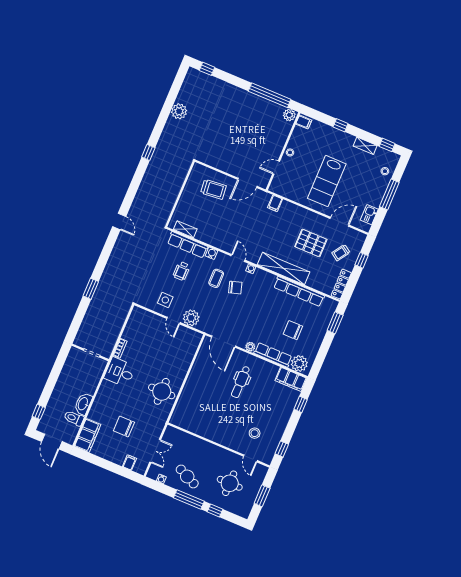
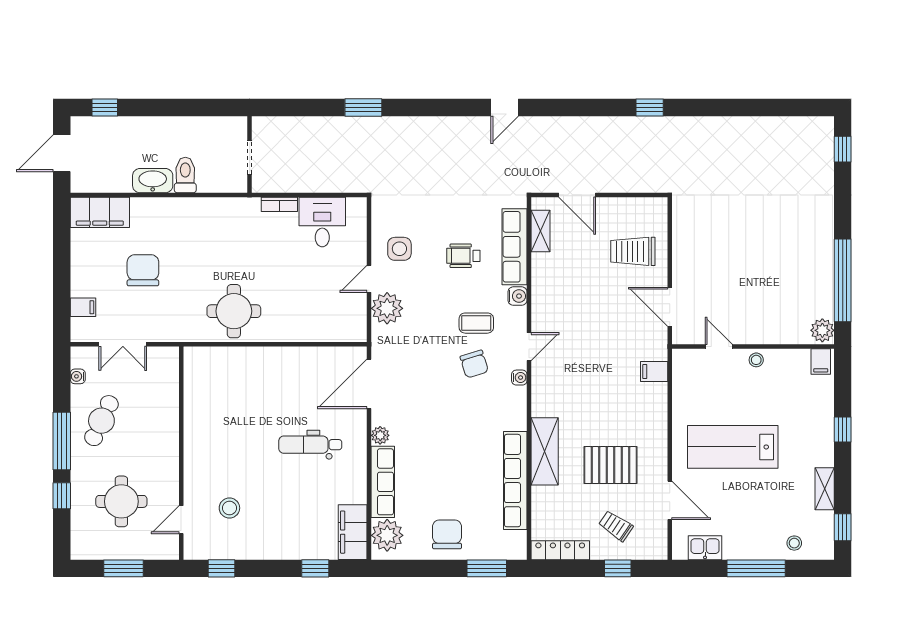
plant: (179, 111) -> (746, 131), removed
trolley: (213, 189) -> (633, 251), turned 96
door: (175, 205) -> (577, 195), added
pallet: (311, 243) -> (611, 465), turned 90
shelving: (283, 268) -> (545, 451), width x0.68
chair: (293, 330) -> (447, 534), moved
desk: (120, 372) -> (322, 222), moved
toilet: (74, 418) -> (185, 175), moved

